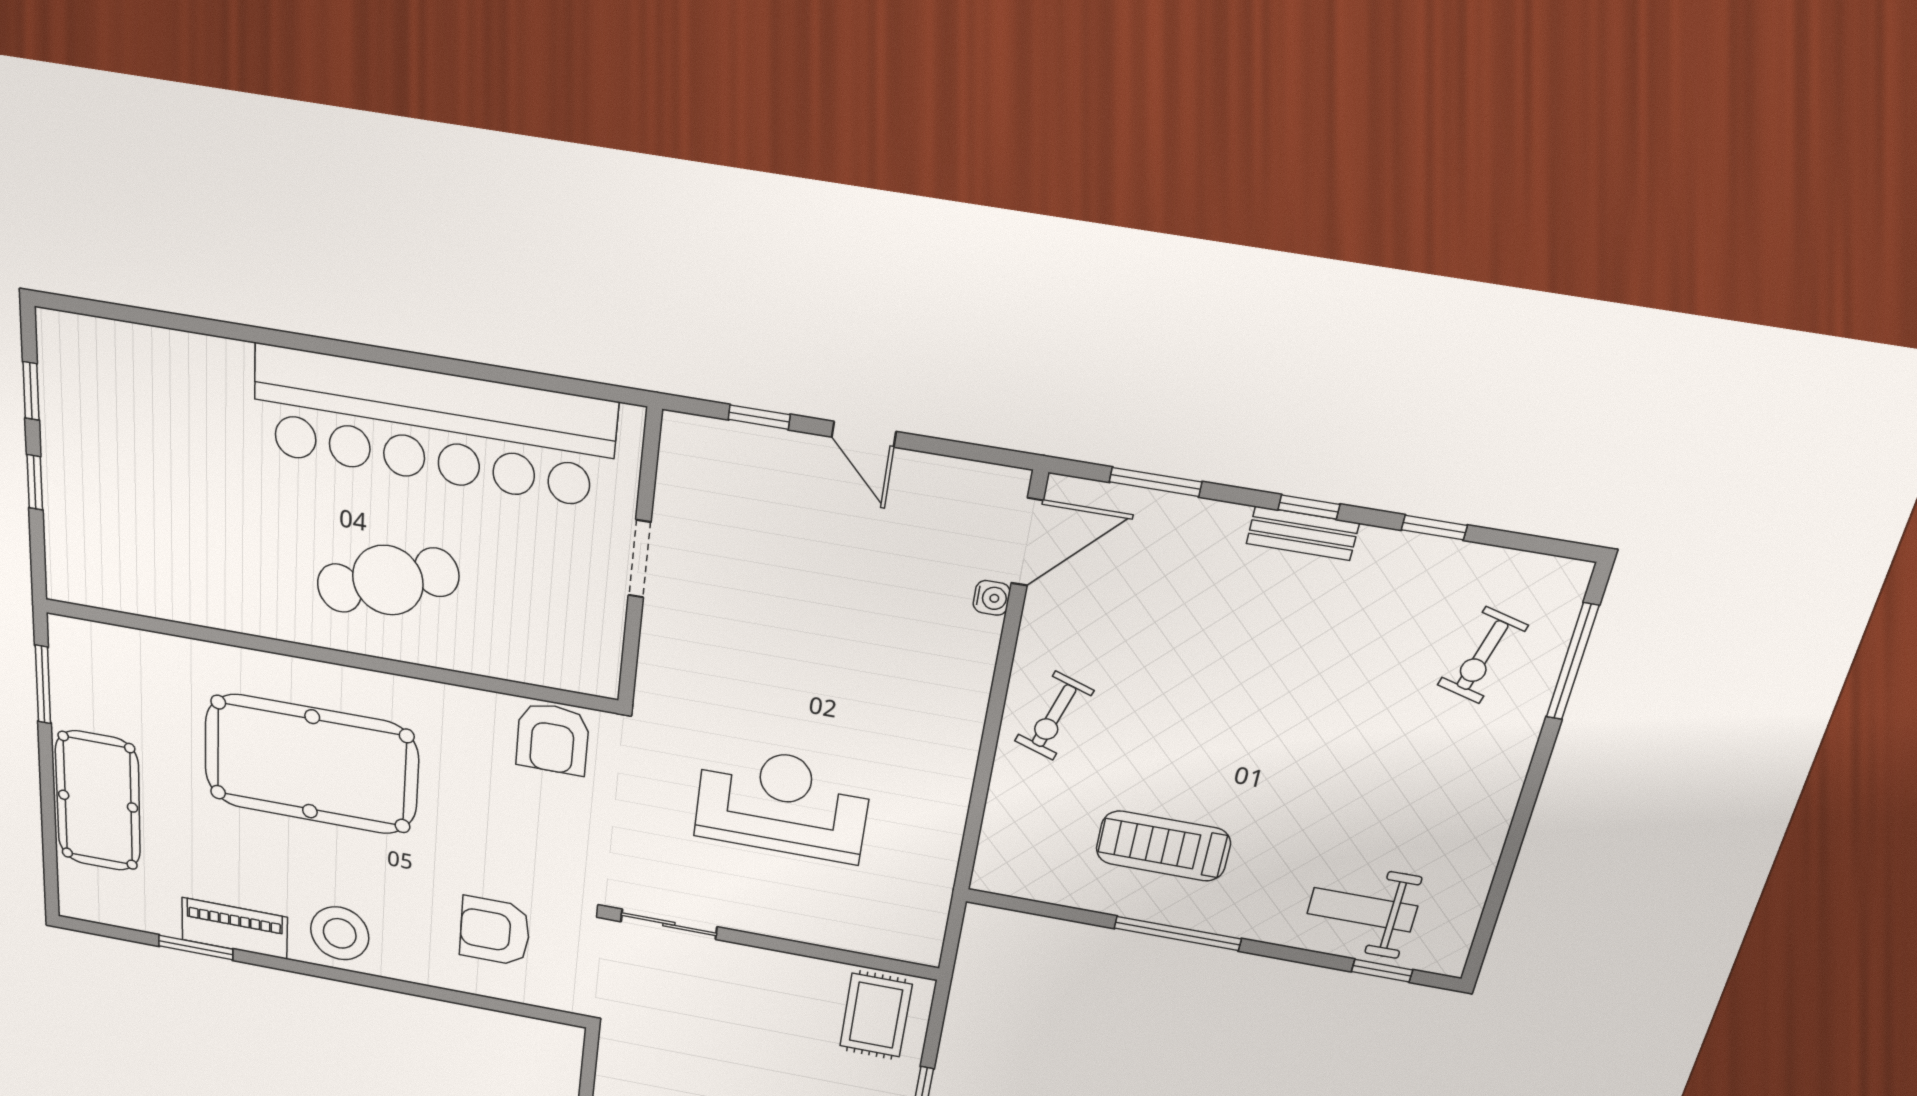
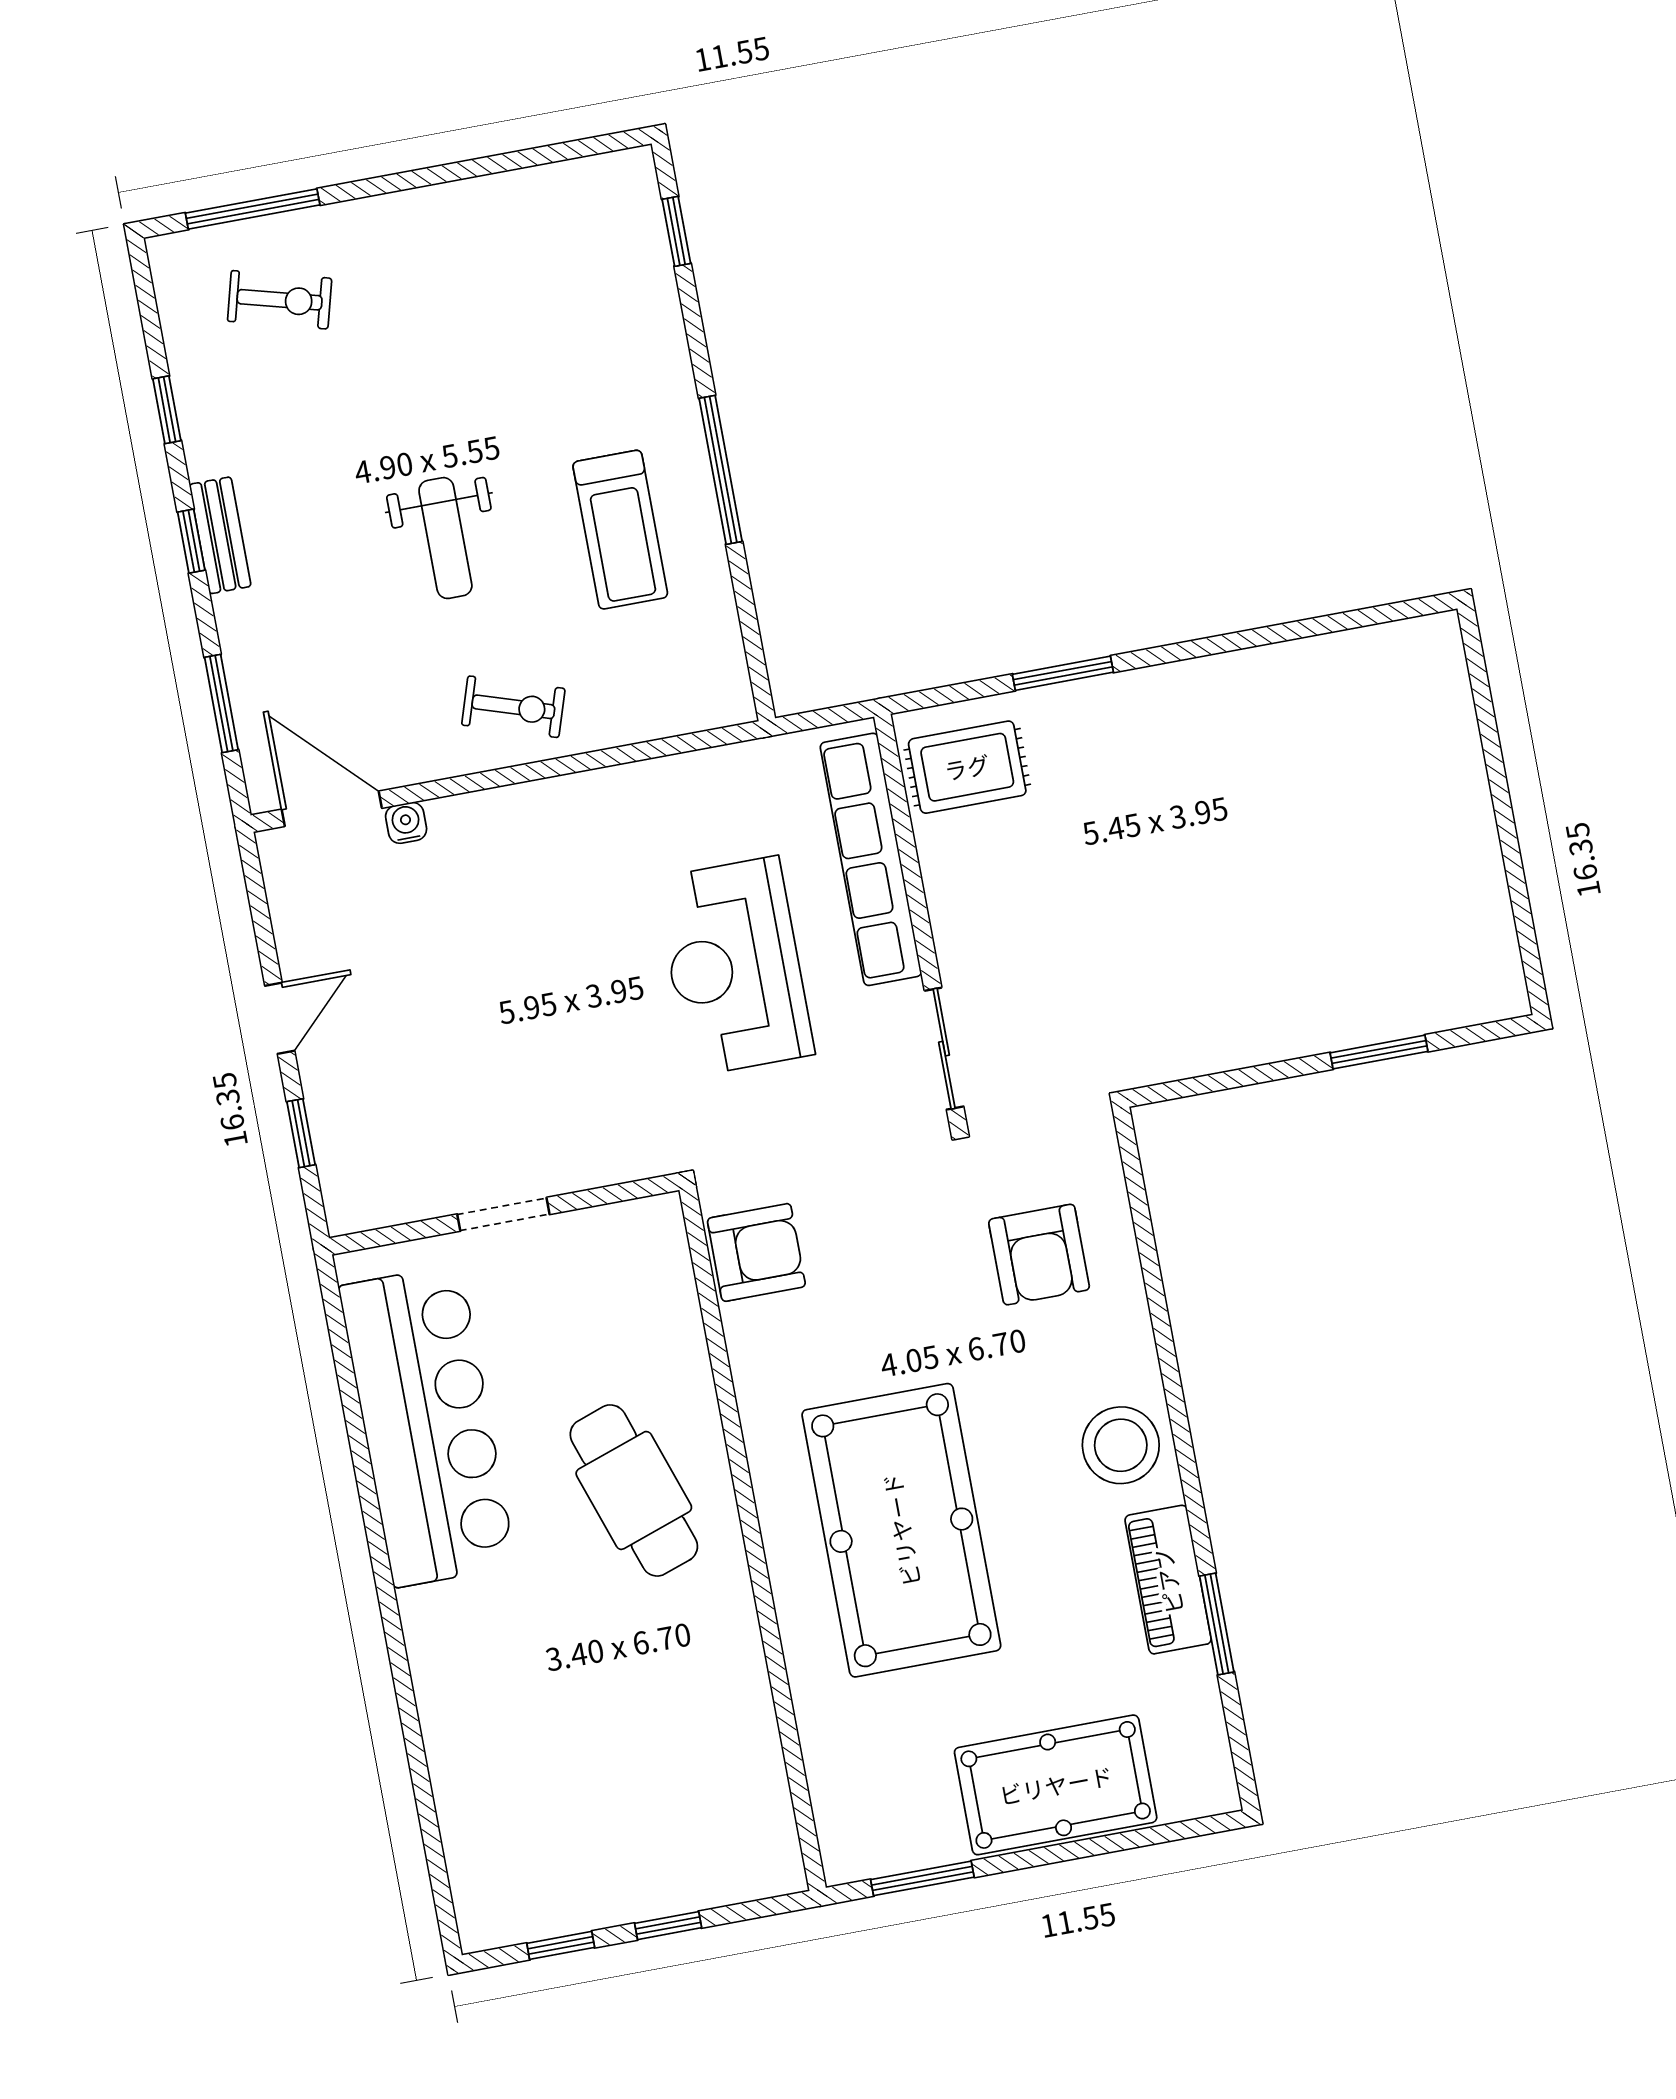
bar counter: (433, 427) -> (427, 1426), width x0.73
weight bench: (1362, 910) -> (445, 538), moved
row of seats: (831, 927) -> (871, 859), added

